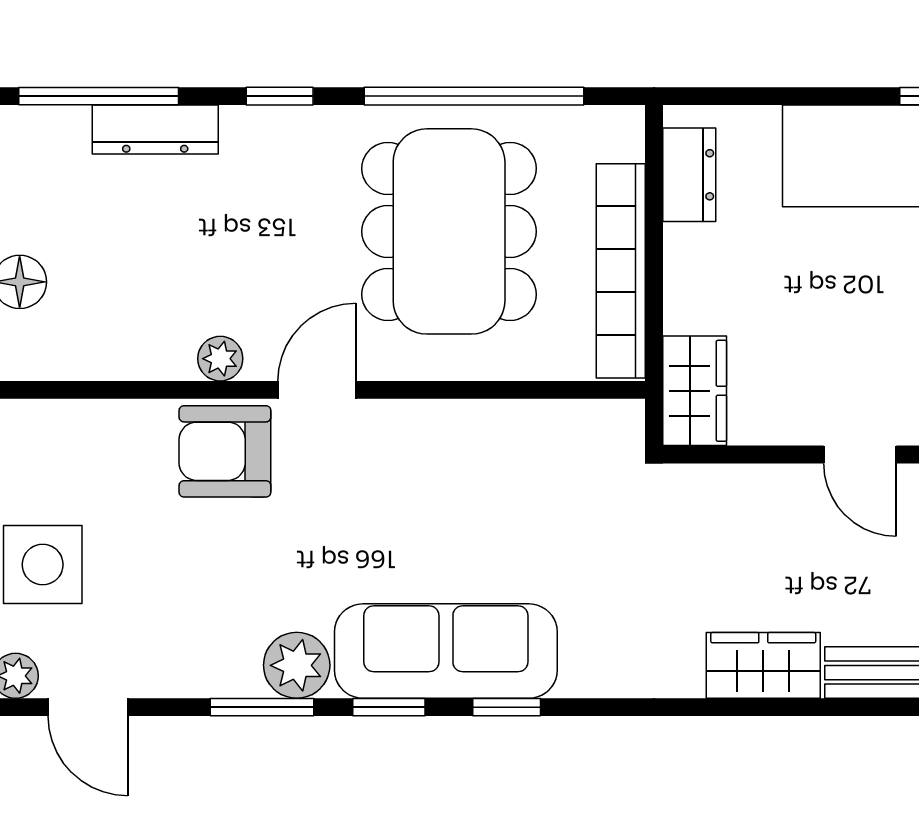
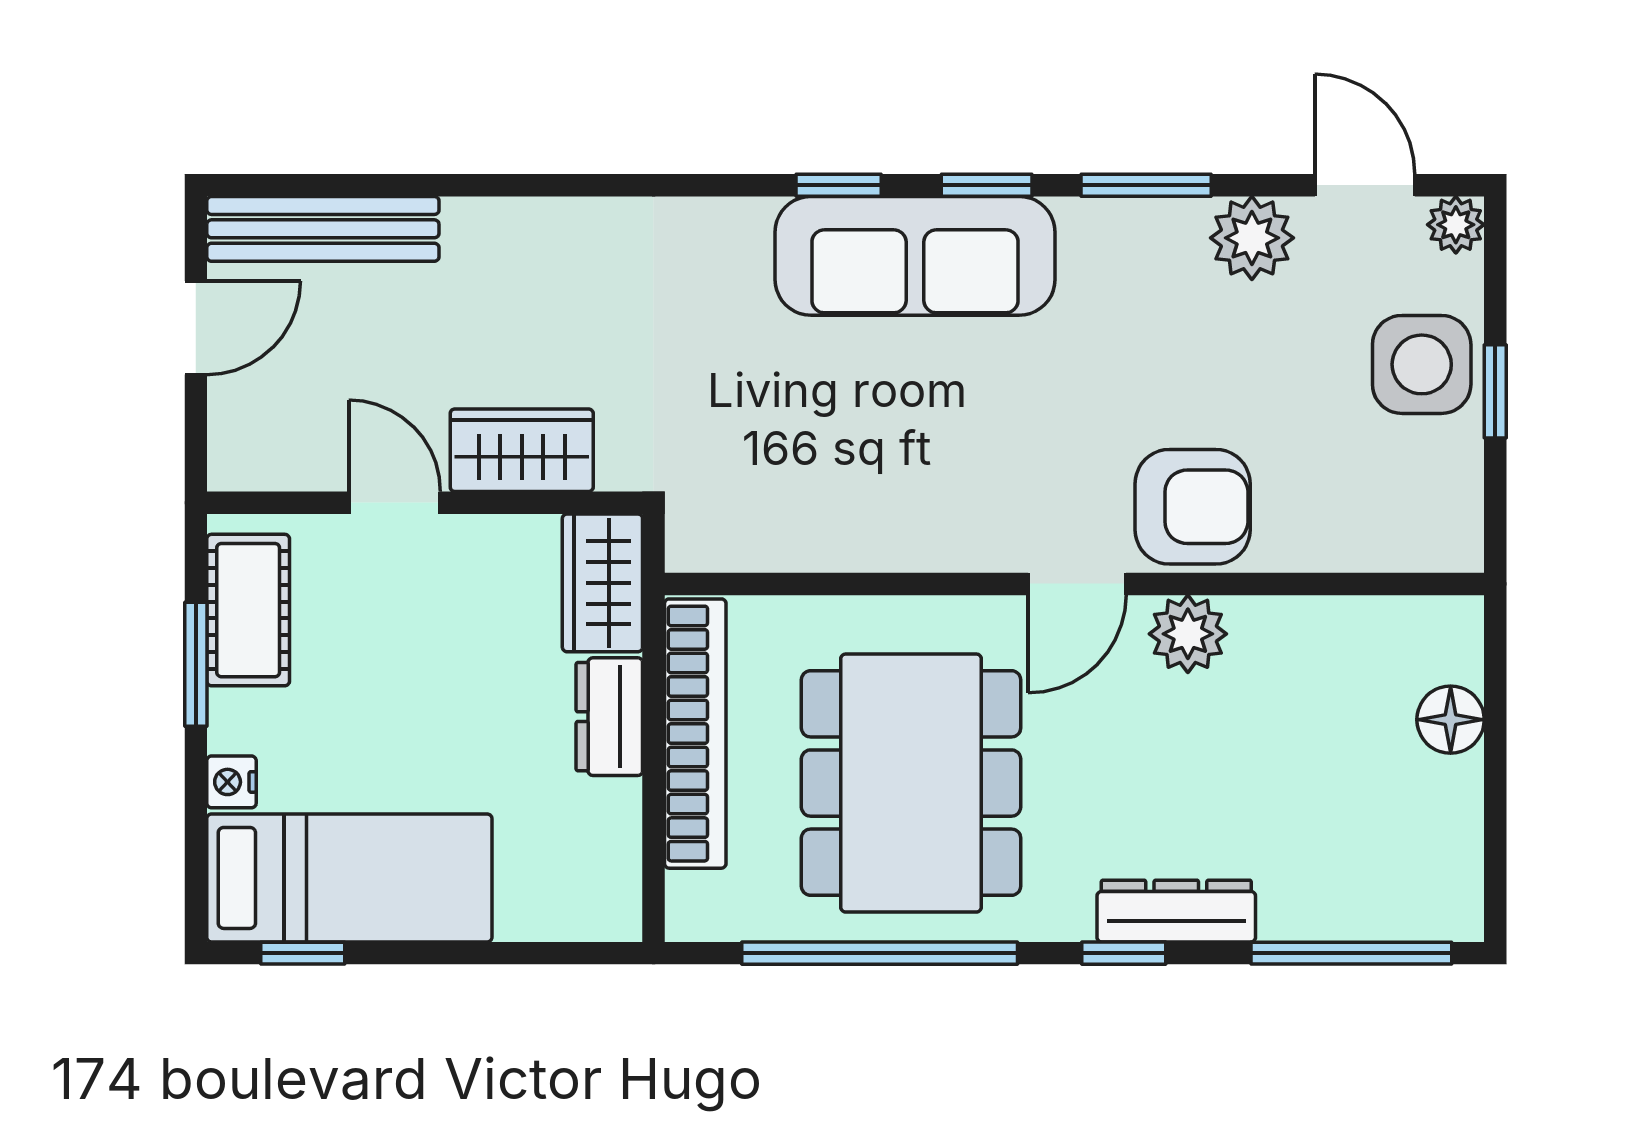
dresser: (155, 130) -> (1176, 911), moved
dresser: (689, 175) -> (609, 717), moved
plant: (220, 359) -> (1188, 634), width x1.38, depth x1.38
plant: (297, 665) -> (1252, 238), moved
wardrobe: (763, 665) -> (522, 450), moved, turned 180

